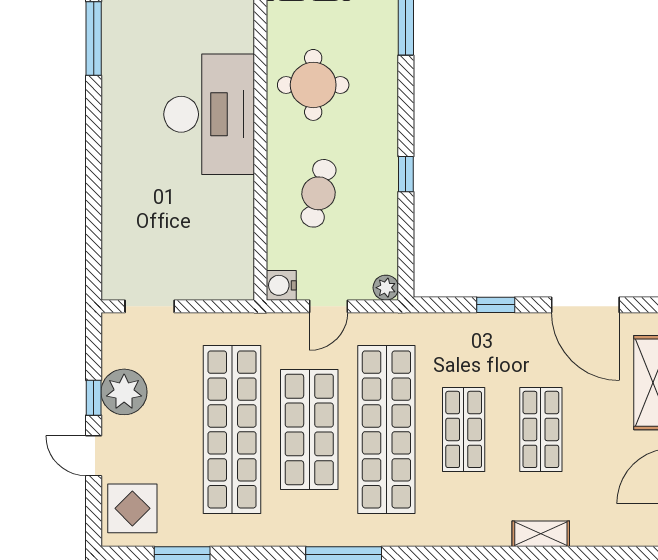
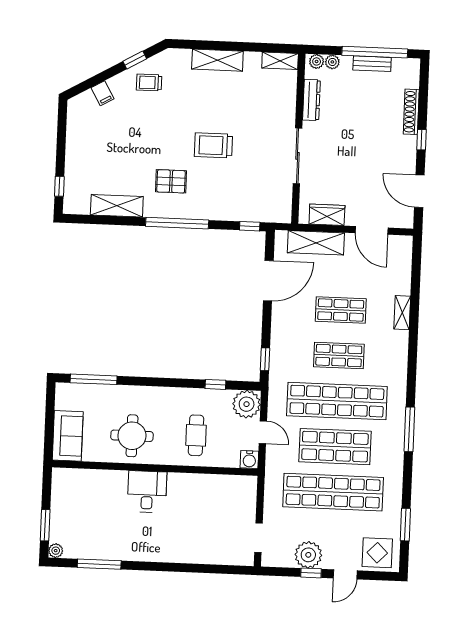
desk: (209, 114) -> (147, 492), width x0.53, depth x0.77
window: (406, 174) -> (215, 384), moved
cafe table: (319, 193) -> (196, 435), turned 76
plant: (386, 288) -> (247, 404), width x1.88, depth x1.88
window: (496, 305) -> (265, 359), moved

